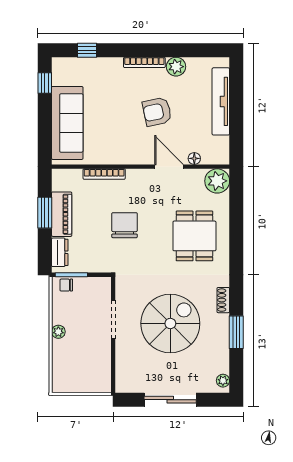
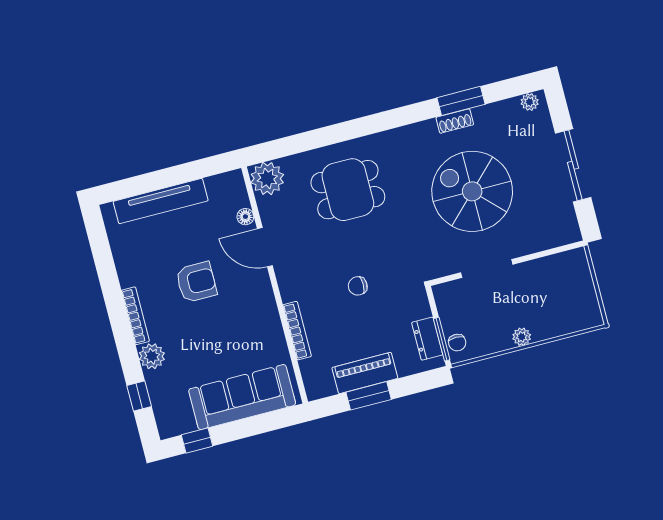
plant: (176, 67) -> (152, 356), moved
armchair: (157, 112) -> (196, 282), turned -78
door: (169, 167) -> (265, 247), hinge flipped
chair: (125, 225) -> (358, 286), width x0.54, depth x0.54
dresser: (60, 252) -> (427, 339), moved, turned -90
shoe rack: (223, 300) -> (455, 121), moved

